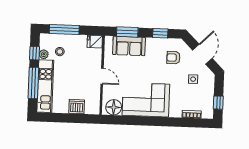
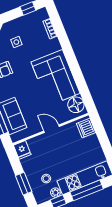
window: (64, 30) -> (24, 184), width x0.69
door: (102, 76) -> (52, 129), hinge flipped
dishwasher: (77, 107) -> (86, 128), moved

